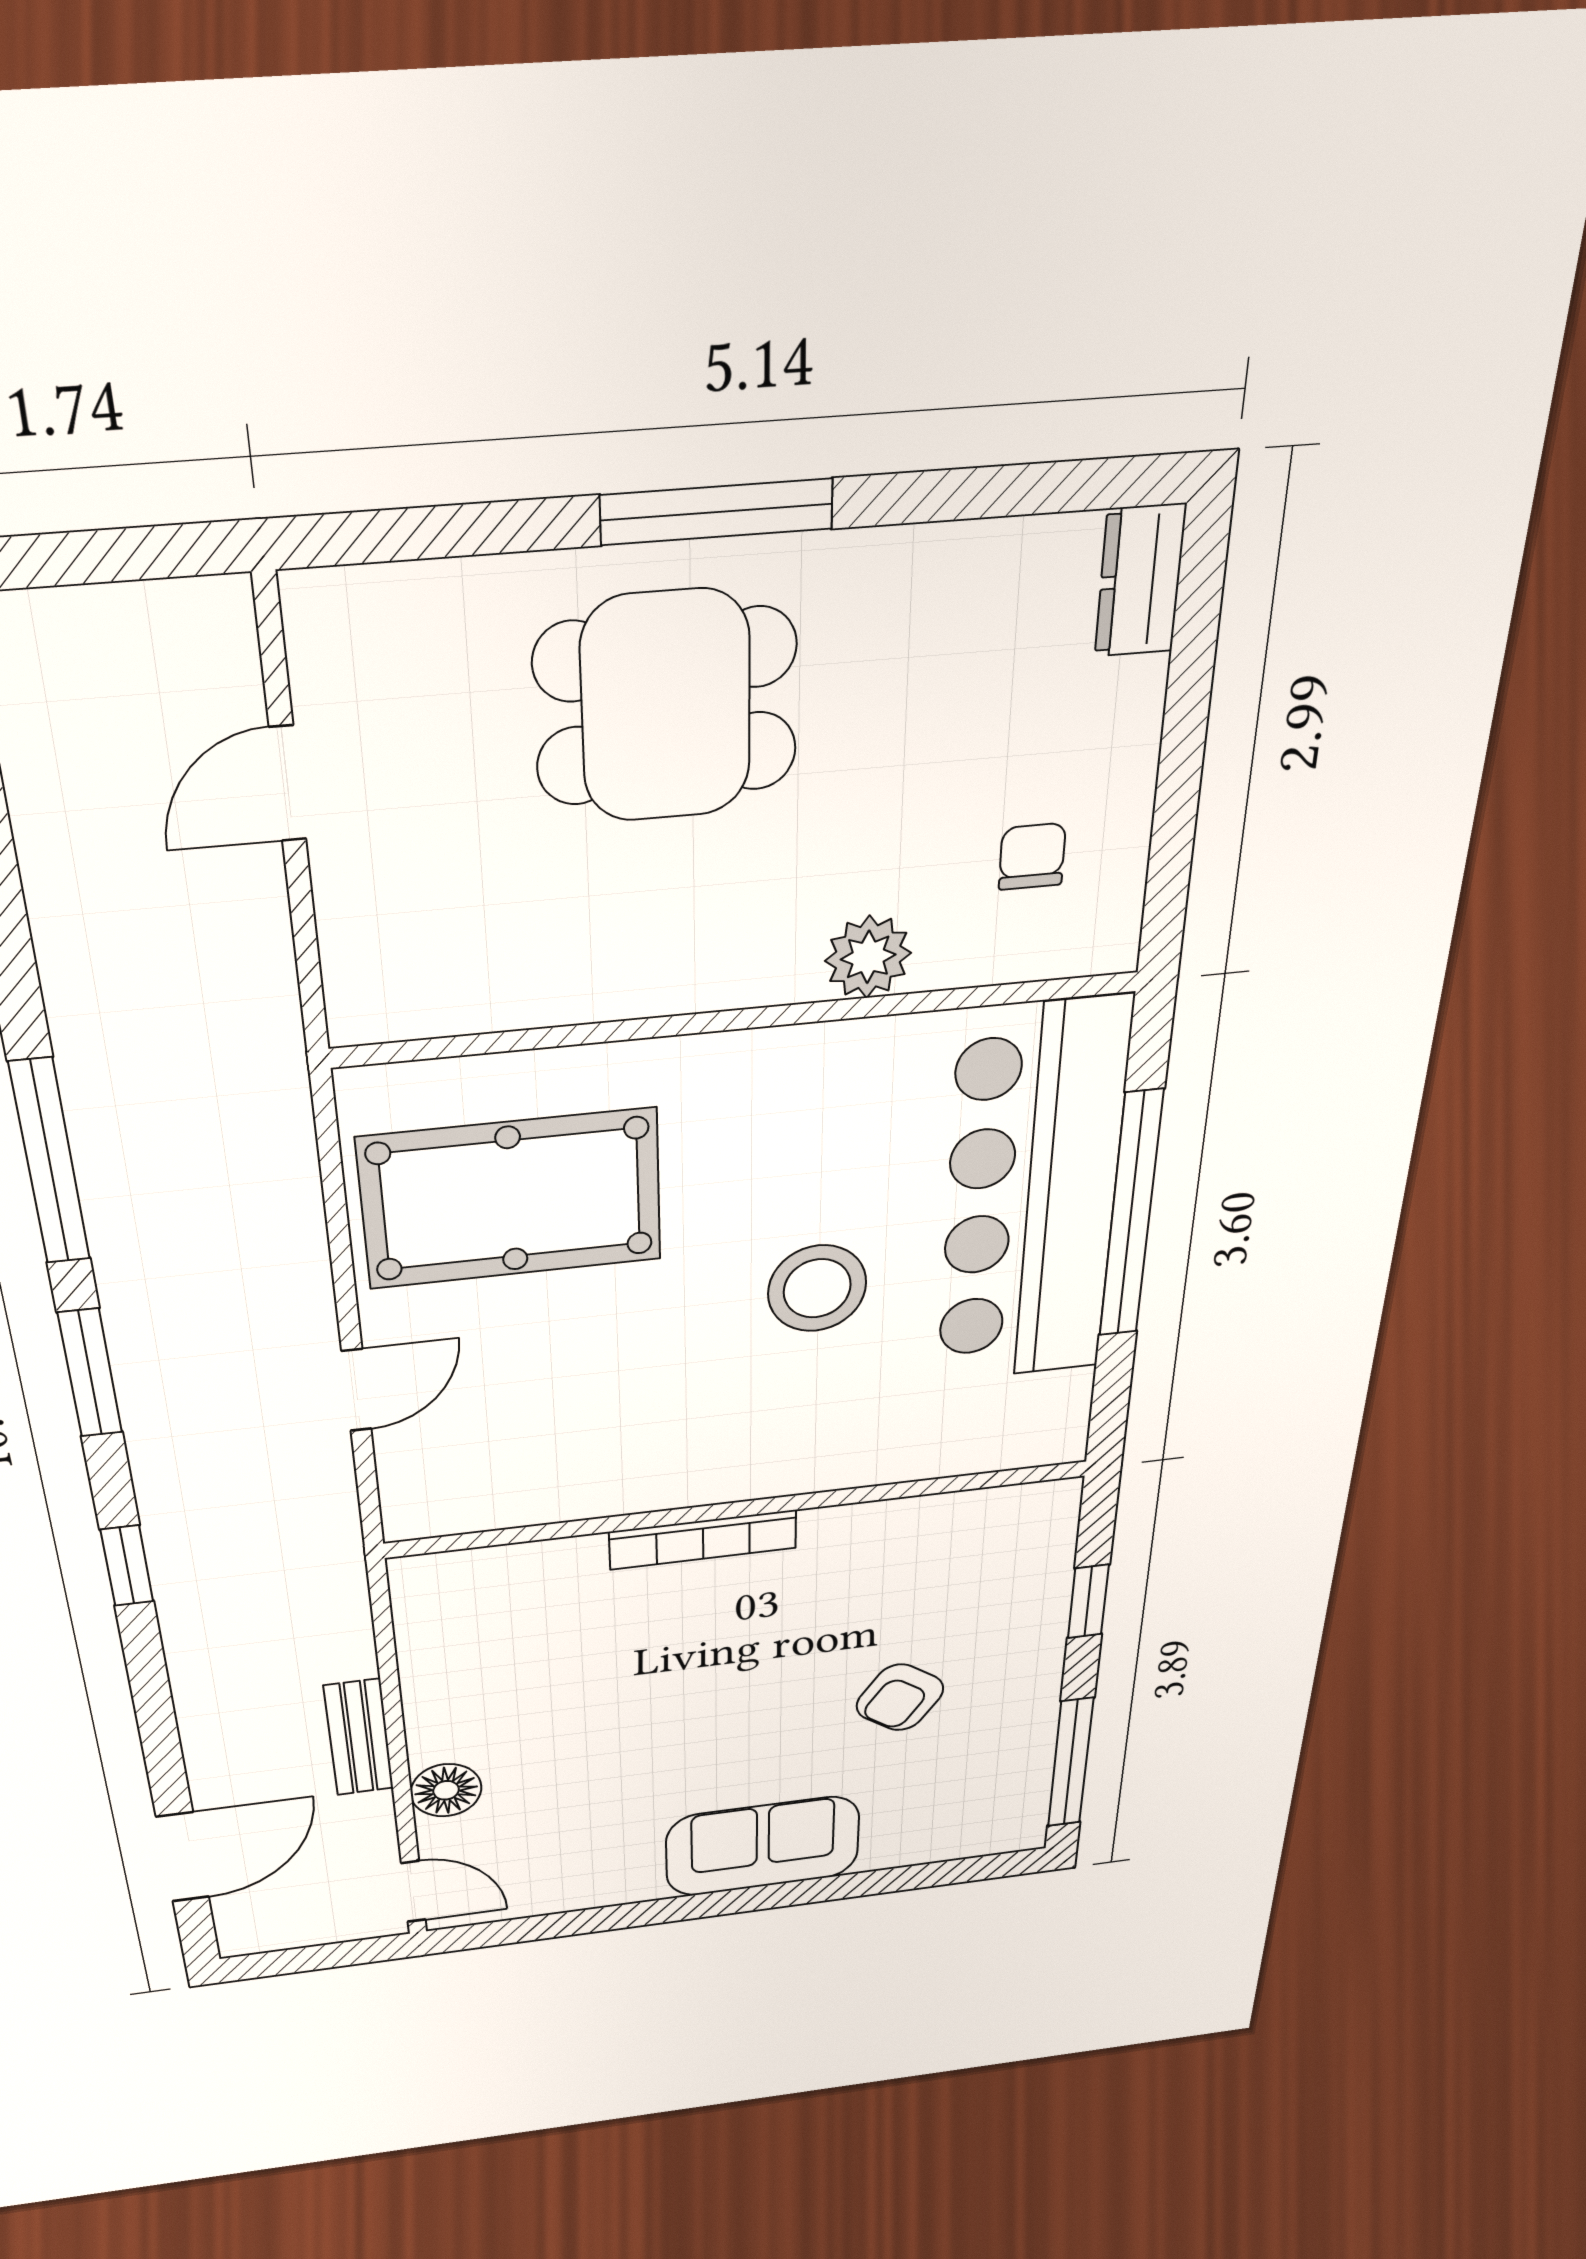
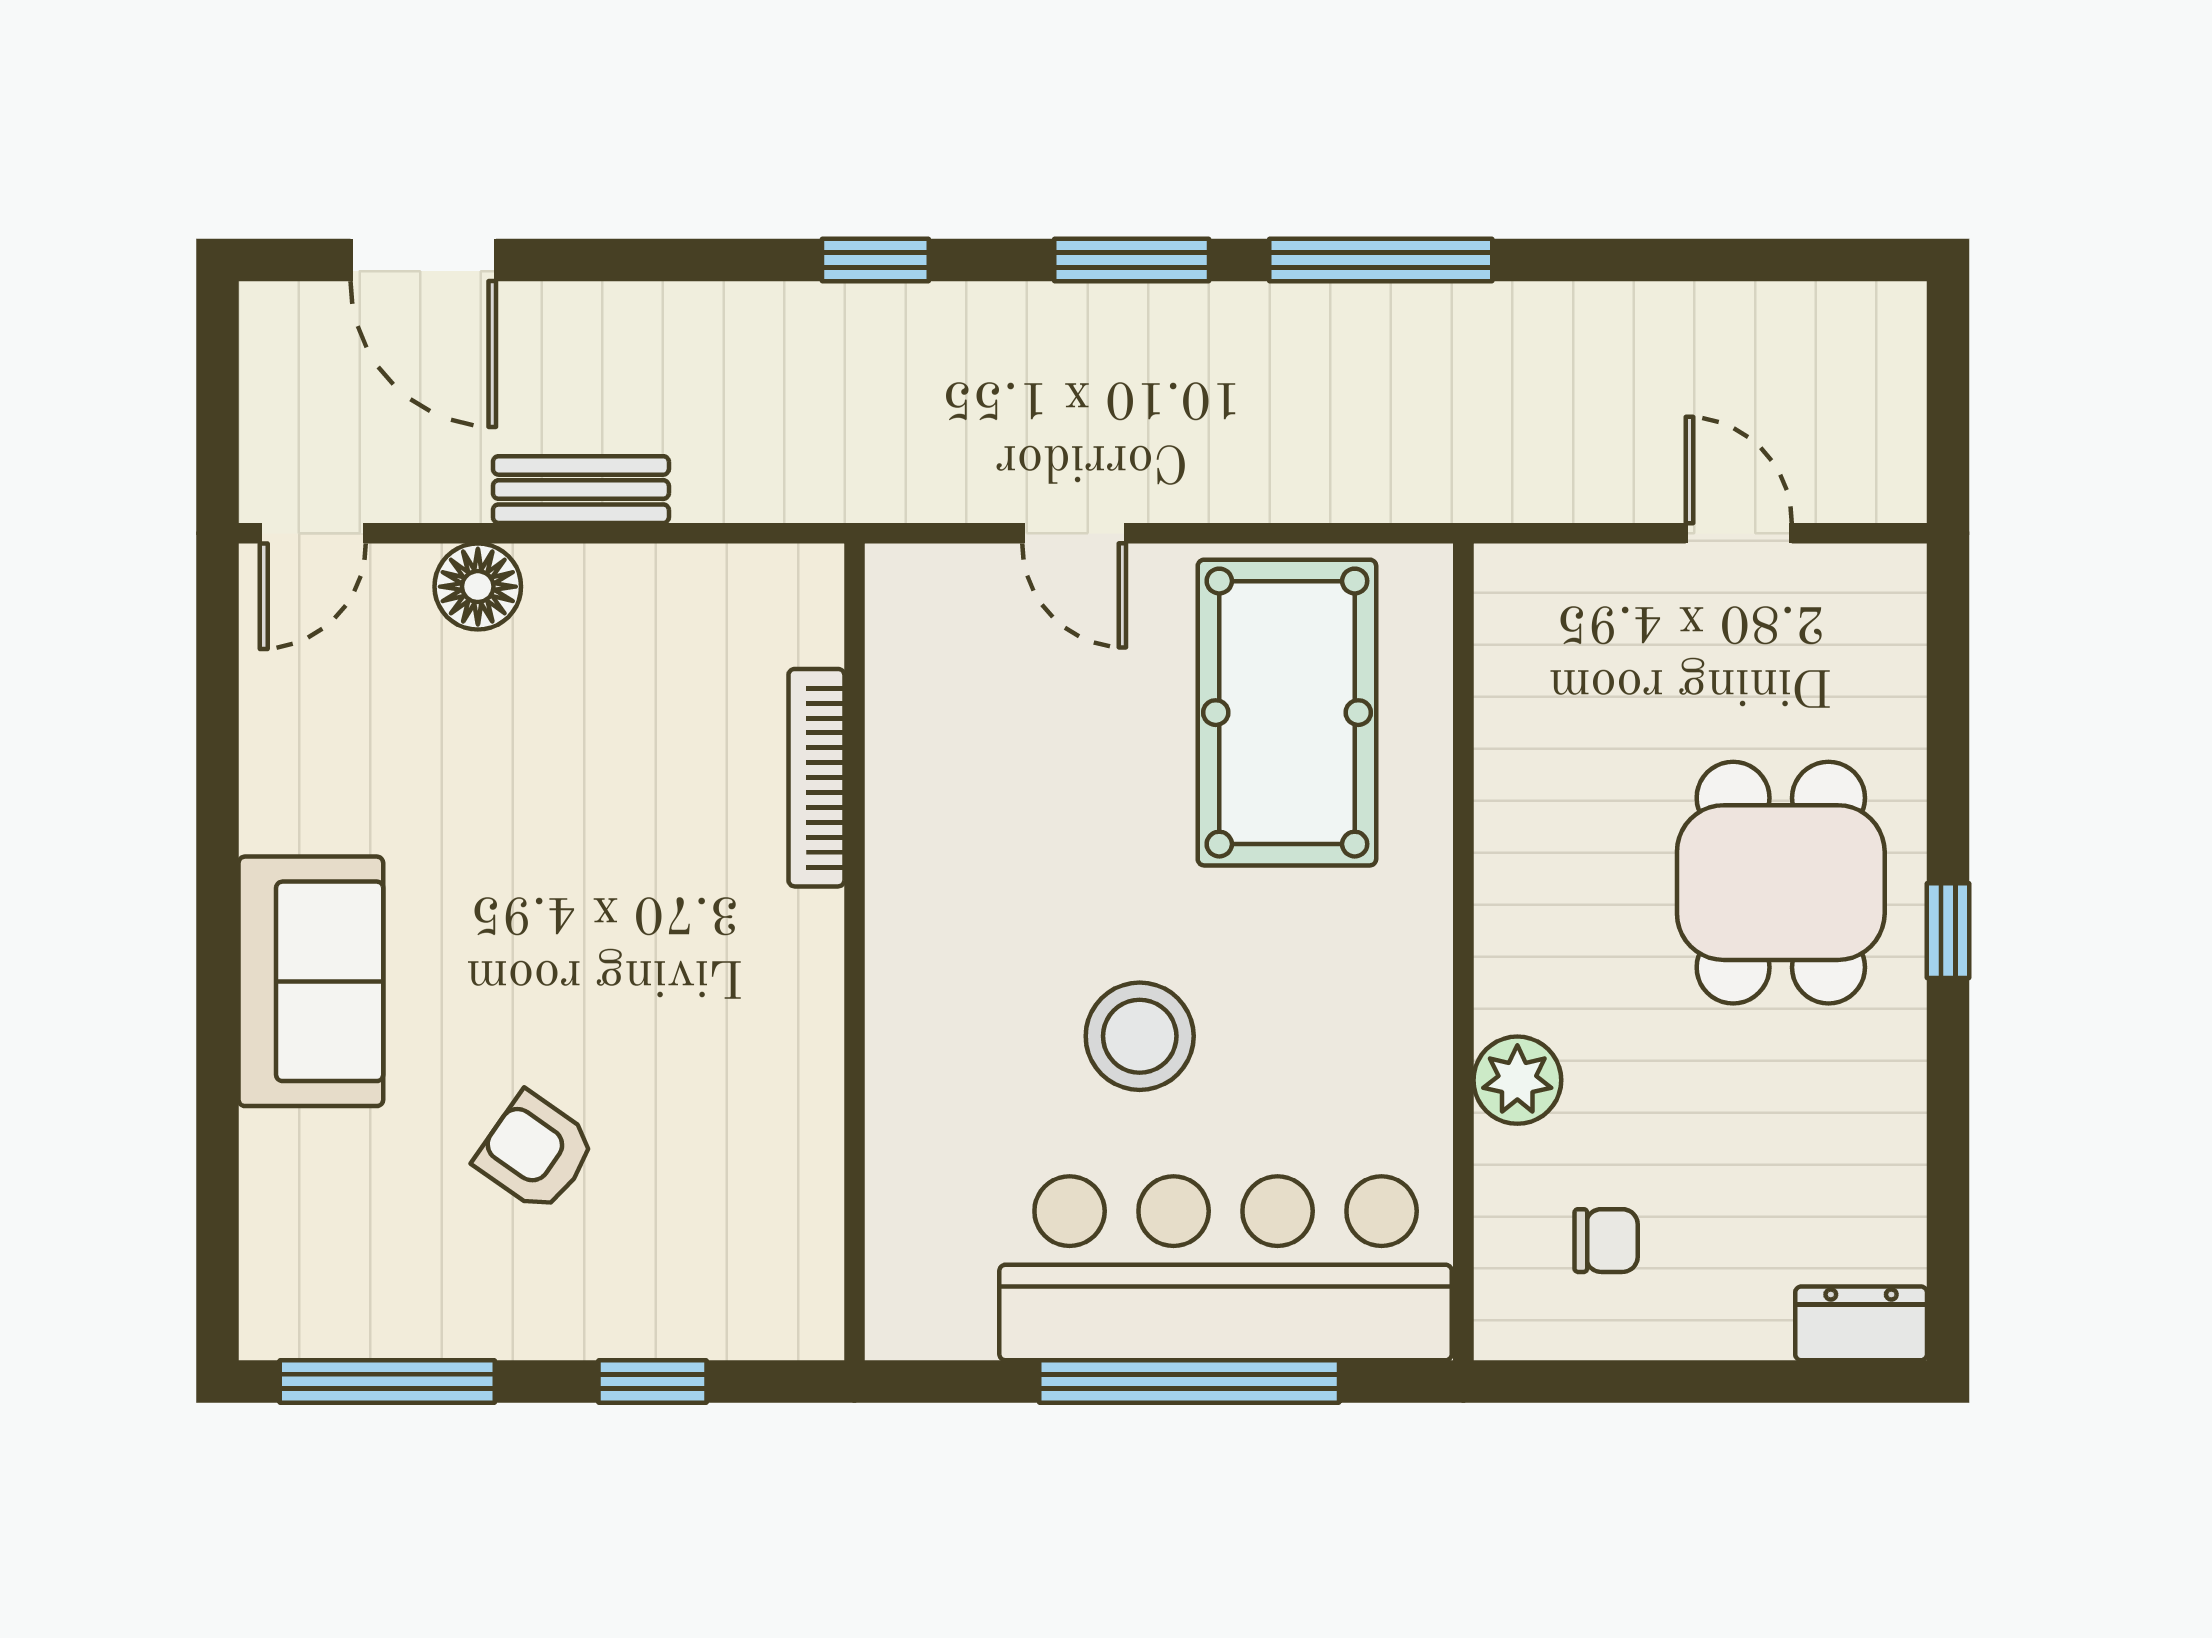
window: (717, 512) -> (1948, 931), width x0.46
bookcase: (703, 1540) -> (816, 778), moved

